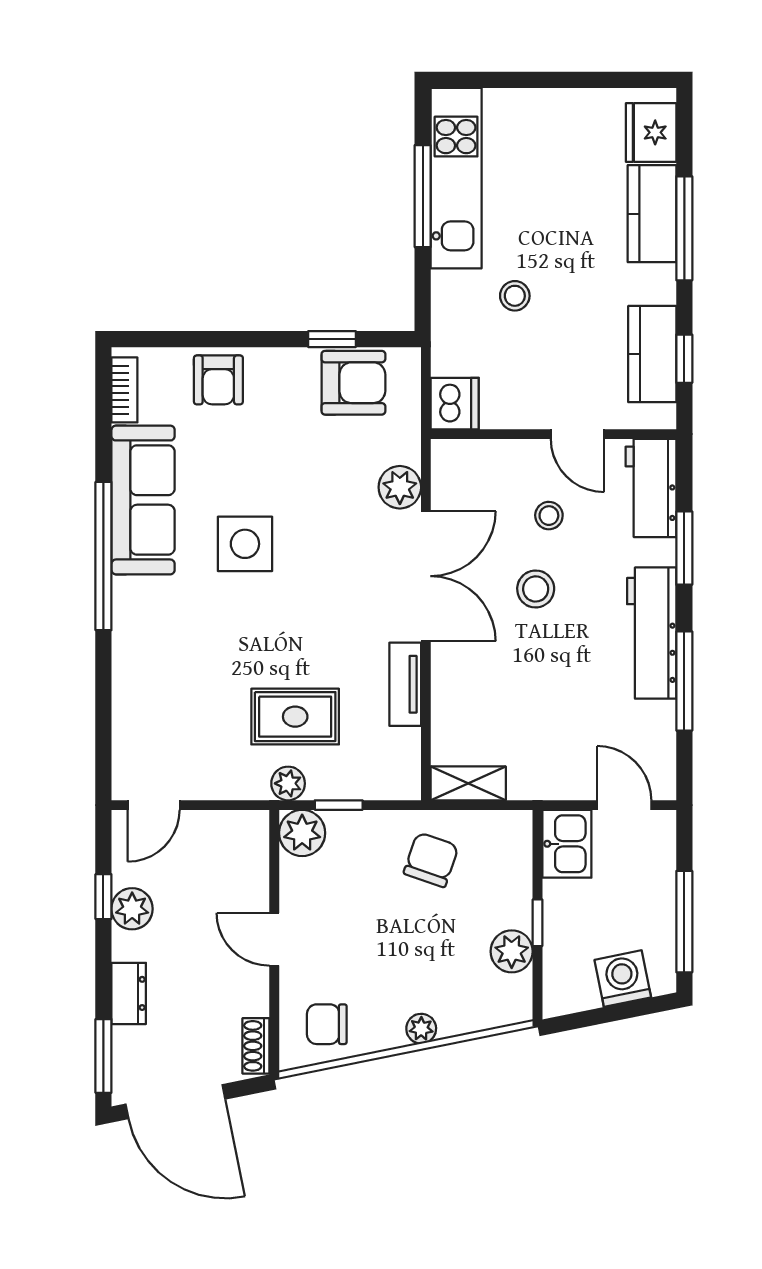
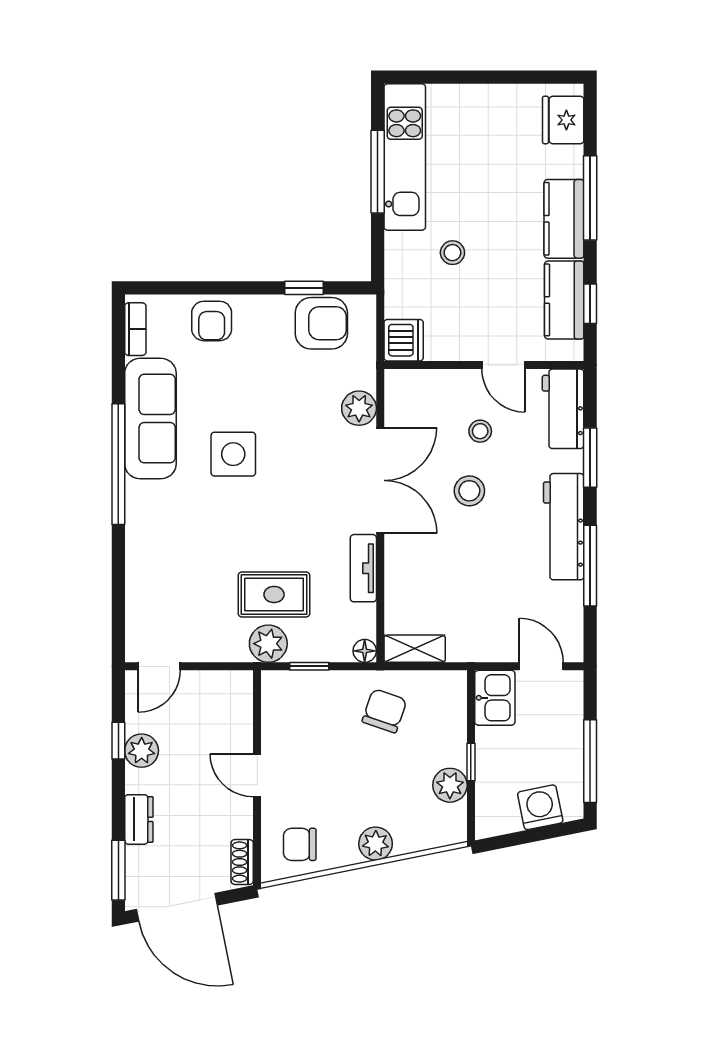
kitchen counter: (652, 214) -> (564, 219), moved
plant: (288, 783) -> (268, 644), width x1.38, depth x1.38
floor lamp: (407, 786) -> (365, 651), added
plant: (302, 833) -> (280, 689), removed
plant: (421, 1029) -> (376, 844), width x1.38, depth x1.38

